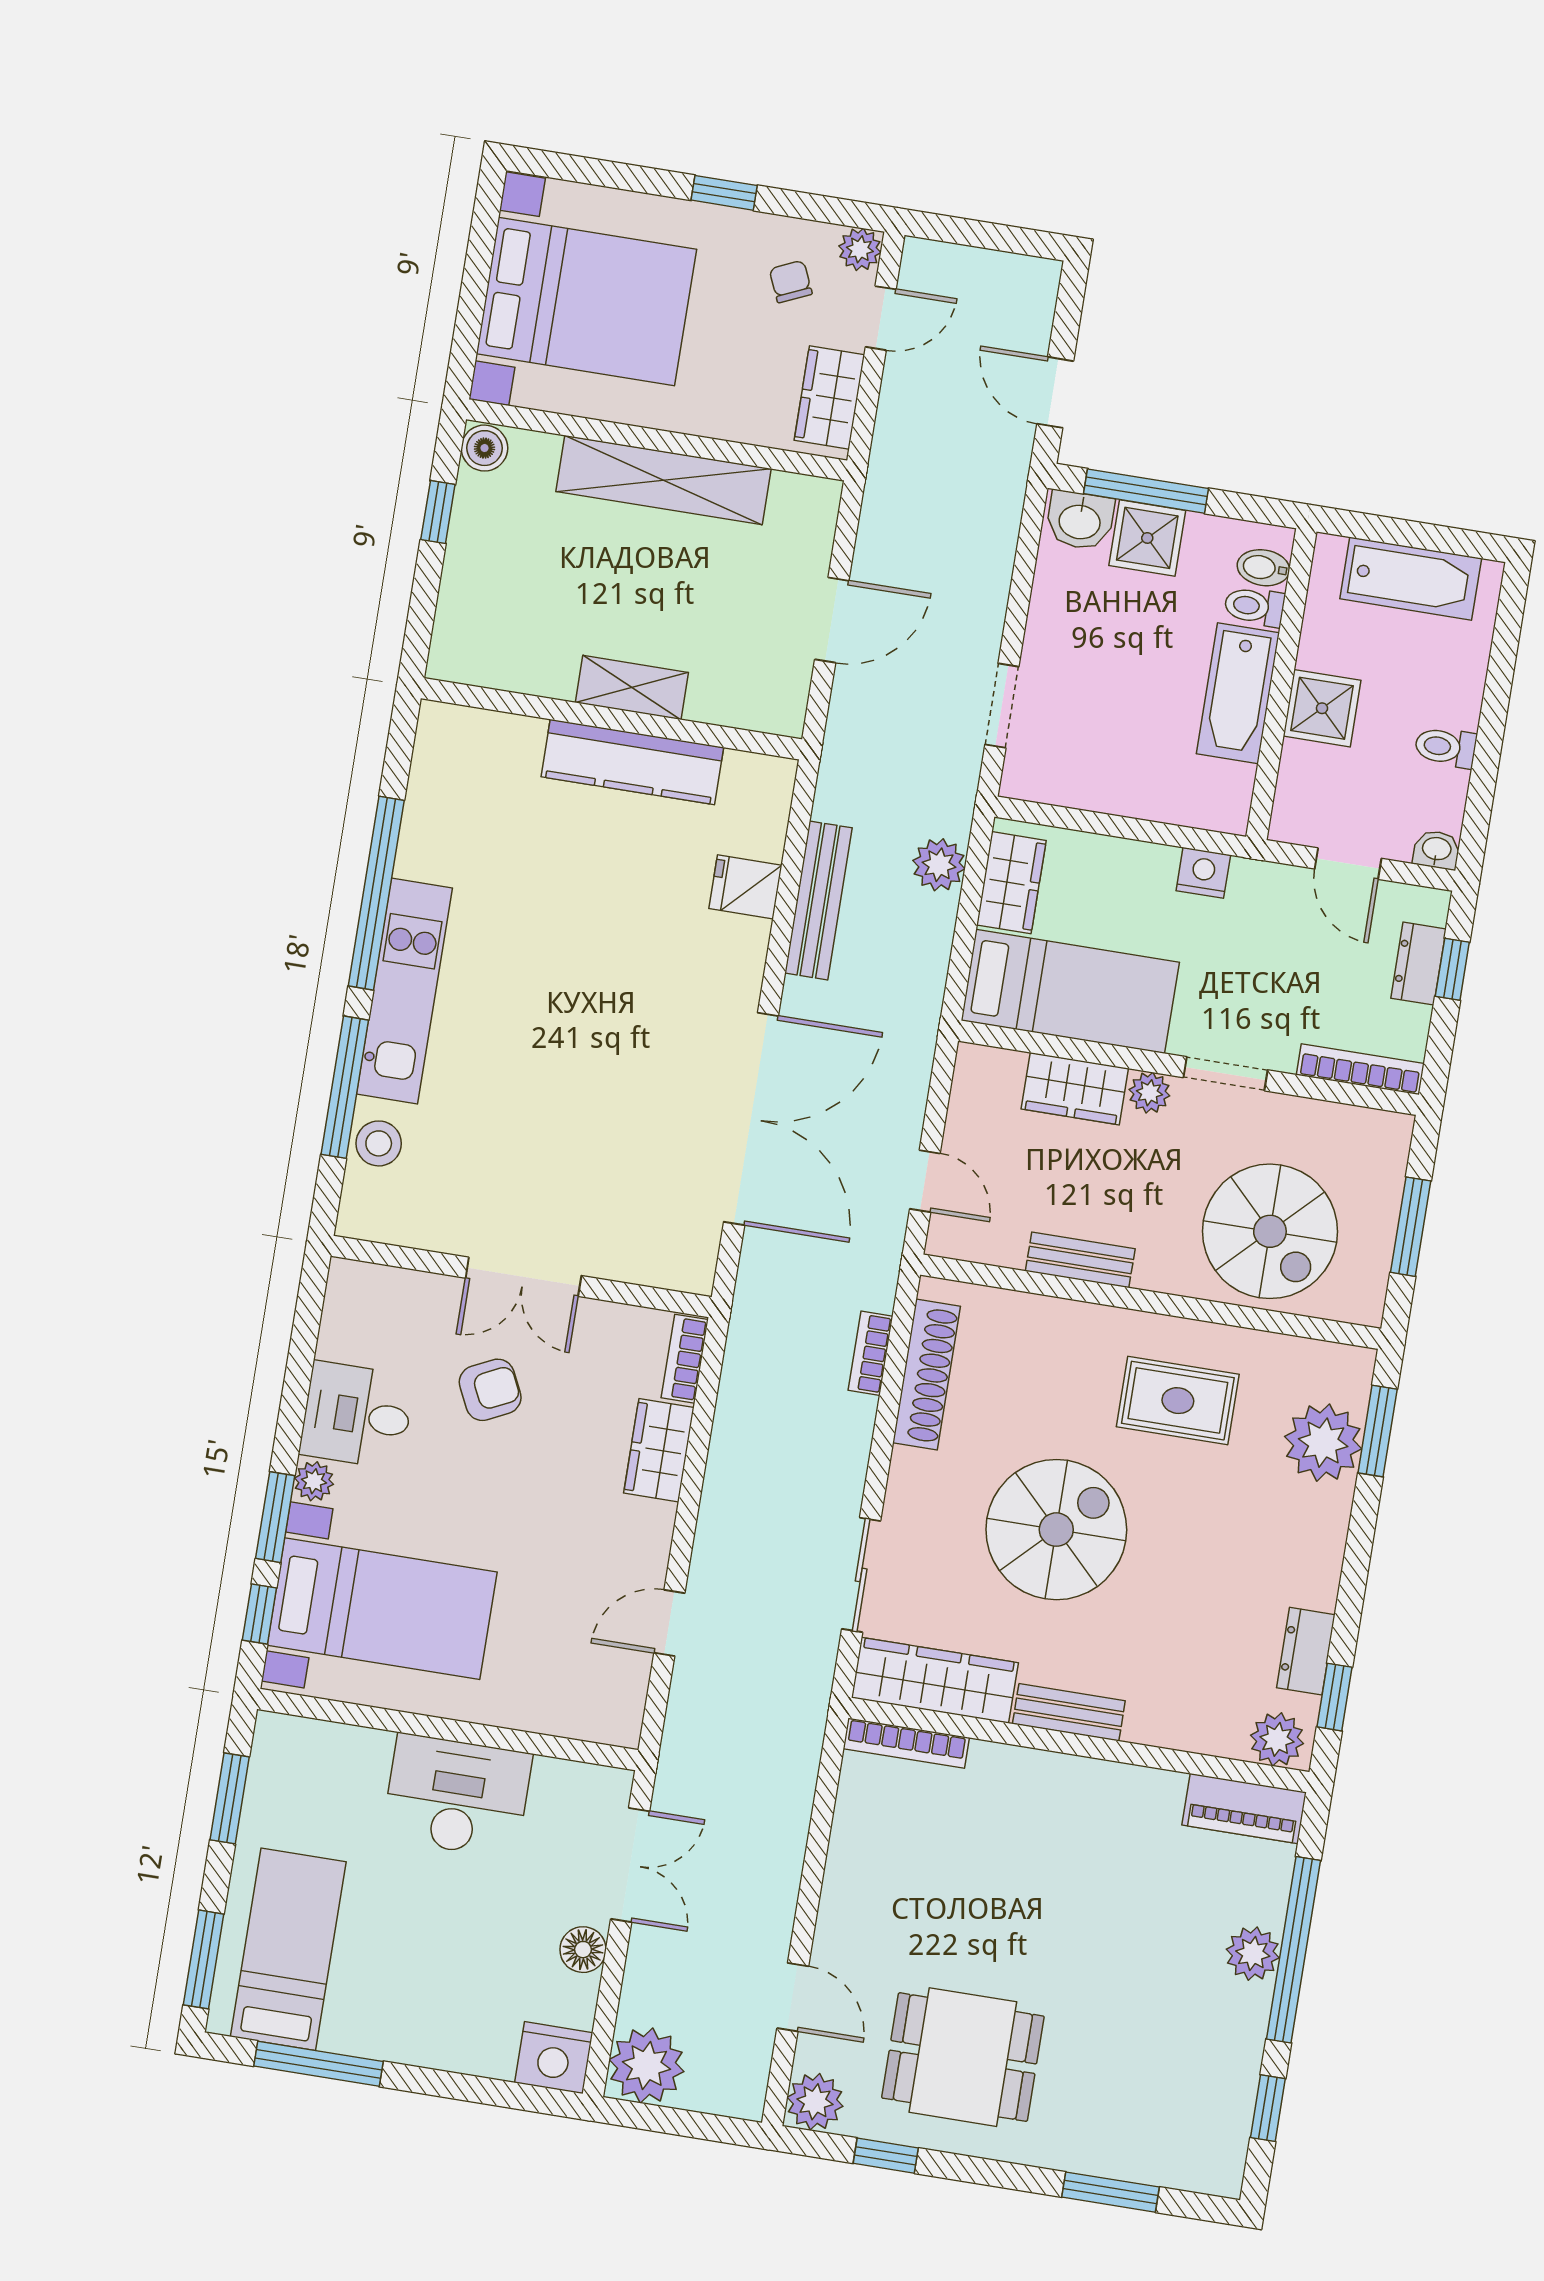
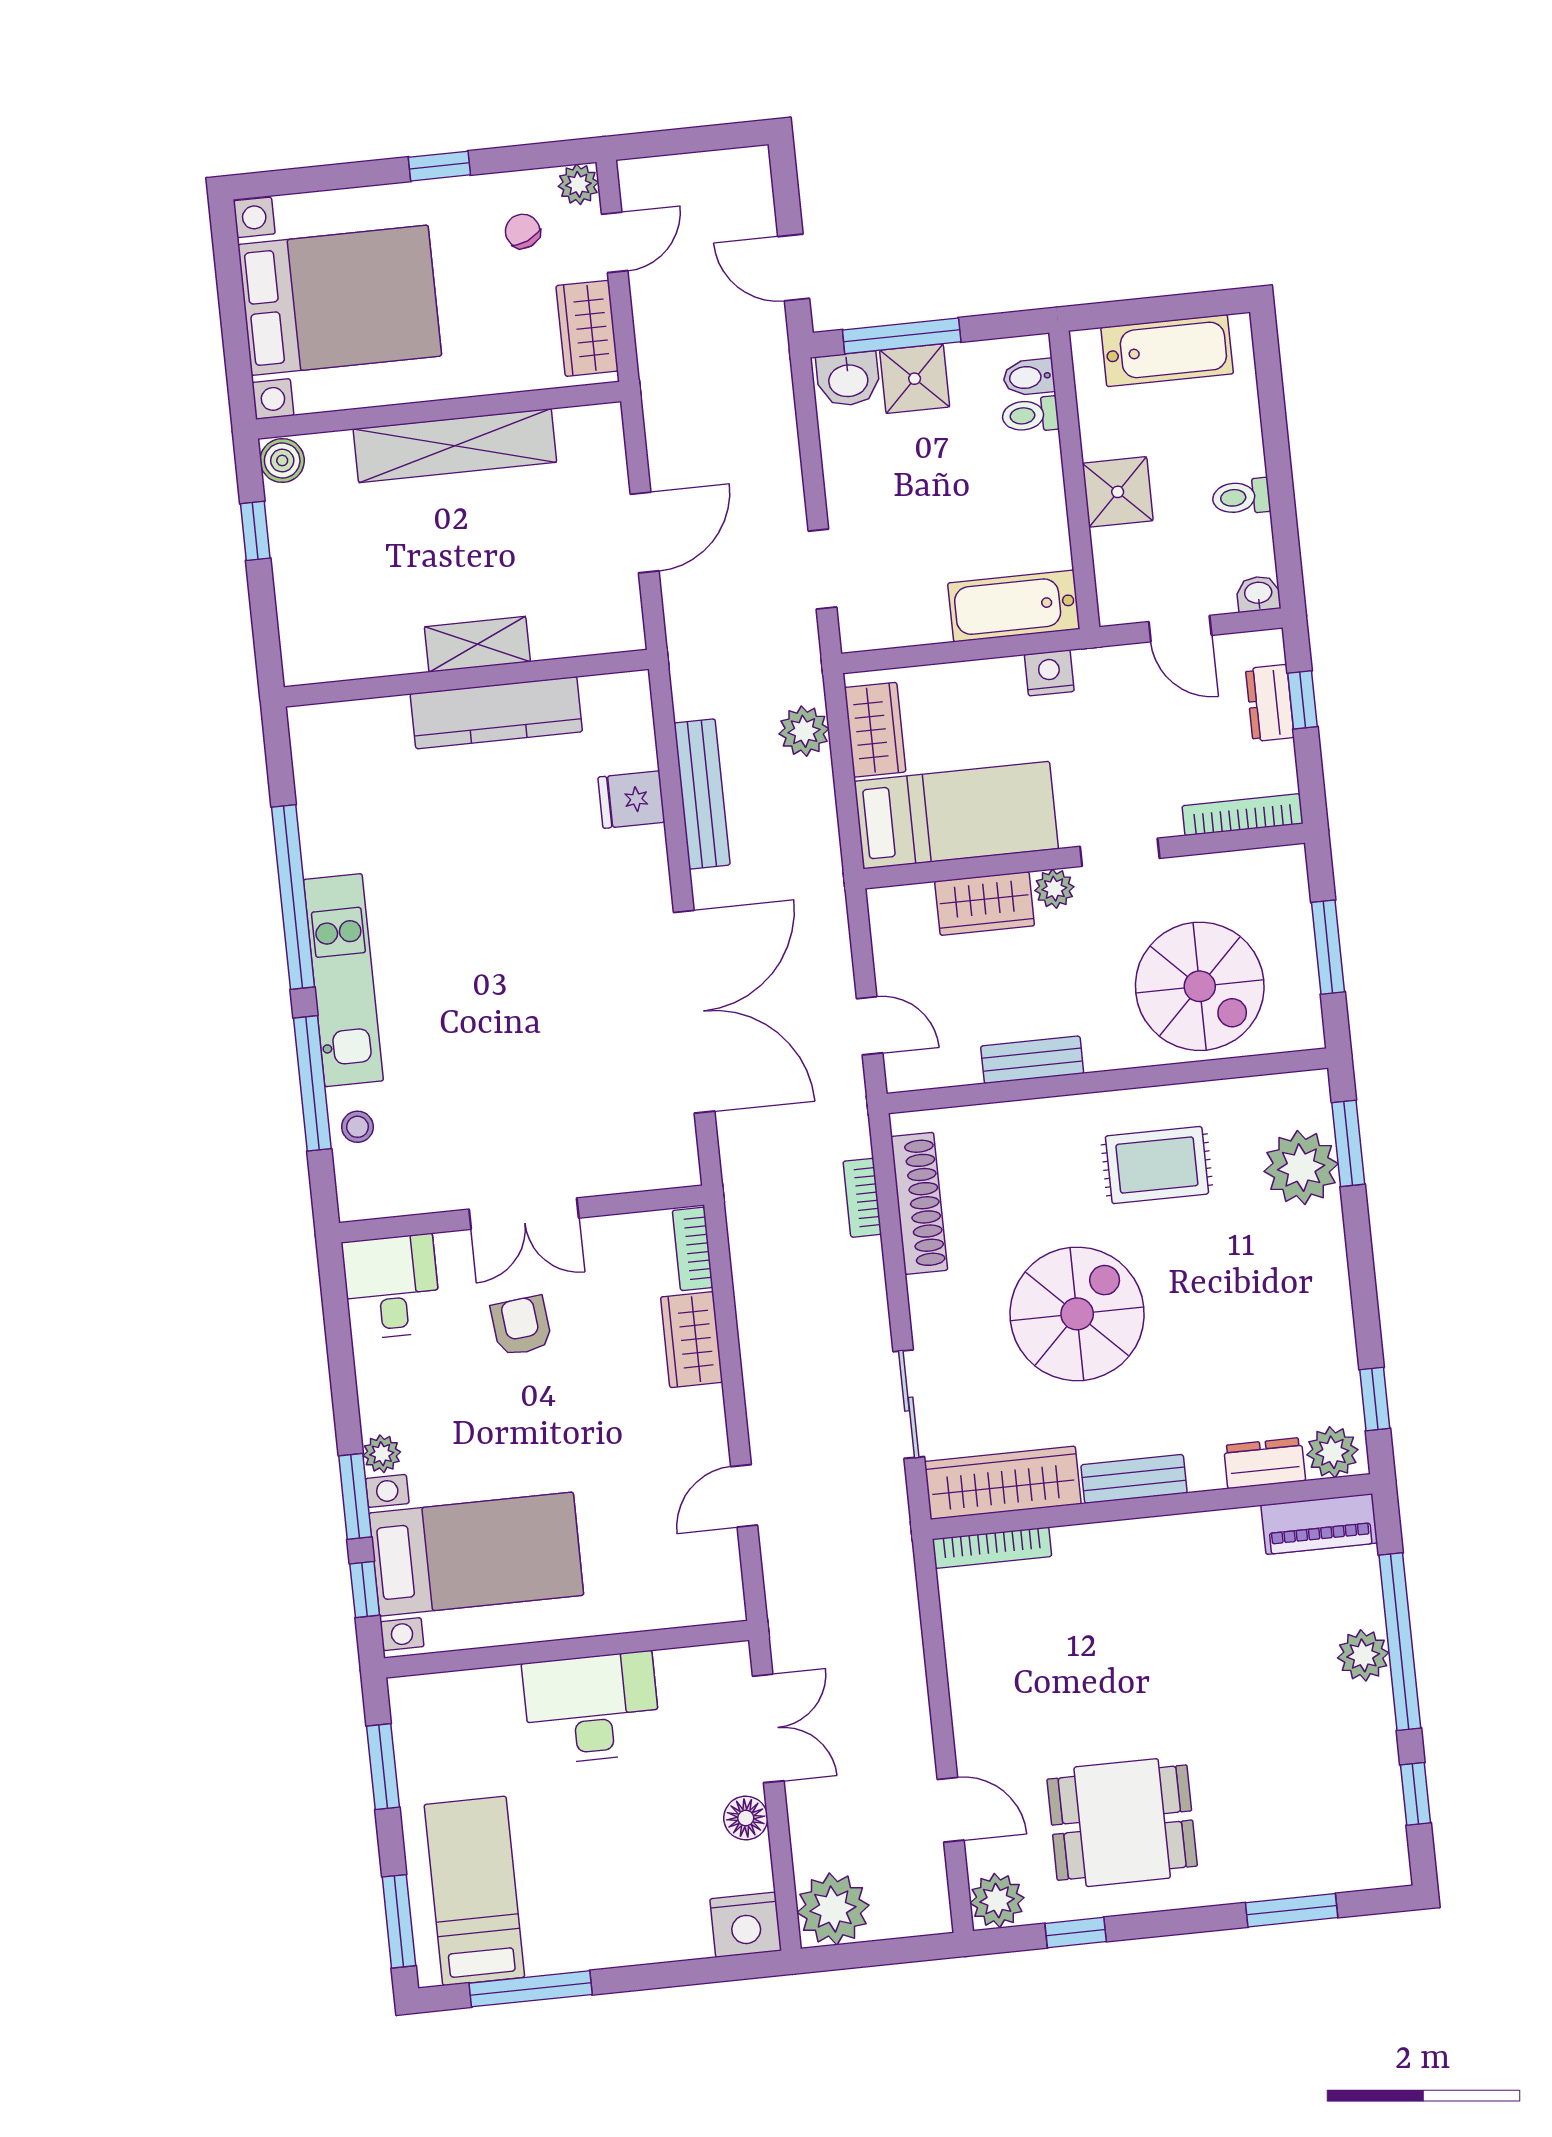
bathtub: (1238, 693) -> (1014, 606), moved, turned 90
stool: (379, 1143) -> (358, 1127), width x0.73, depth x0.73
armchair: (490, 1390) -> (521, 1326), turned -70
desk: (357, 1415) -> (392, 1287), moved, turned 90
dresser: (1306, 1651) -> (1264, 1463), moved, turned 90

